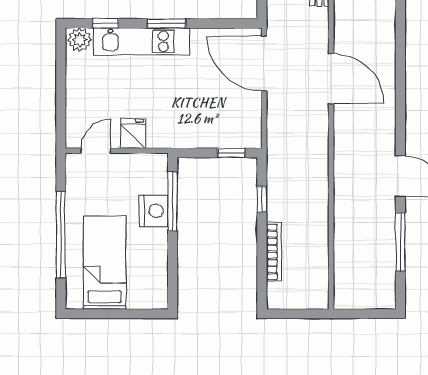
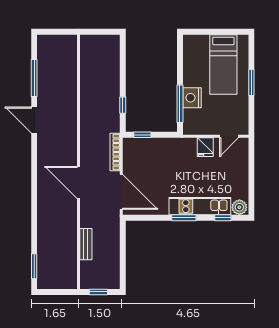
window: (61, 235) -> (251, 82), width x0.47
bookcase: (274, 252) -> (115, 152), moved

